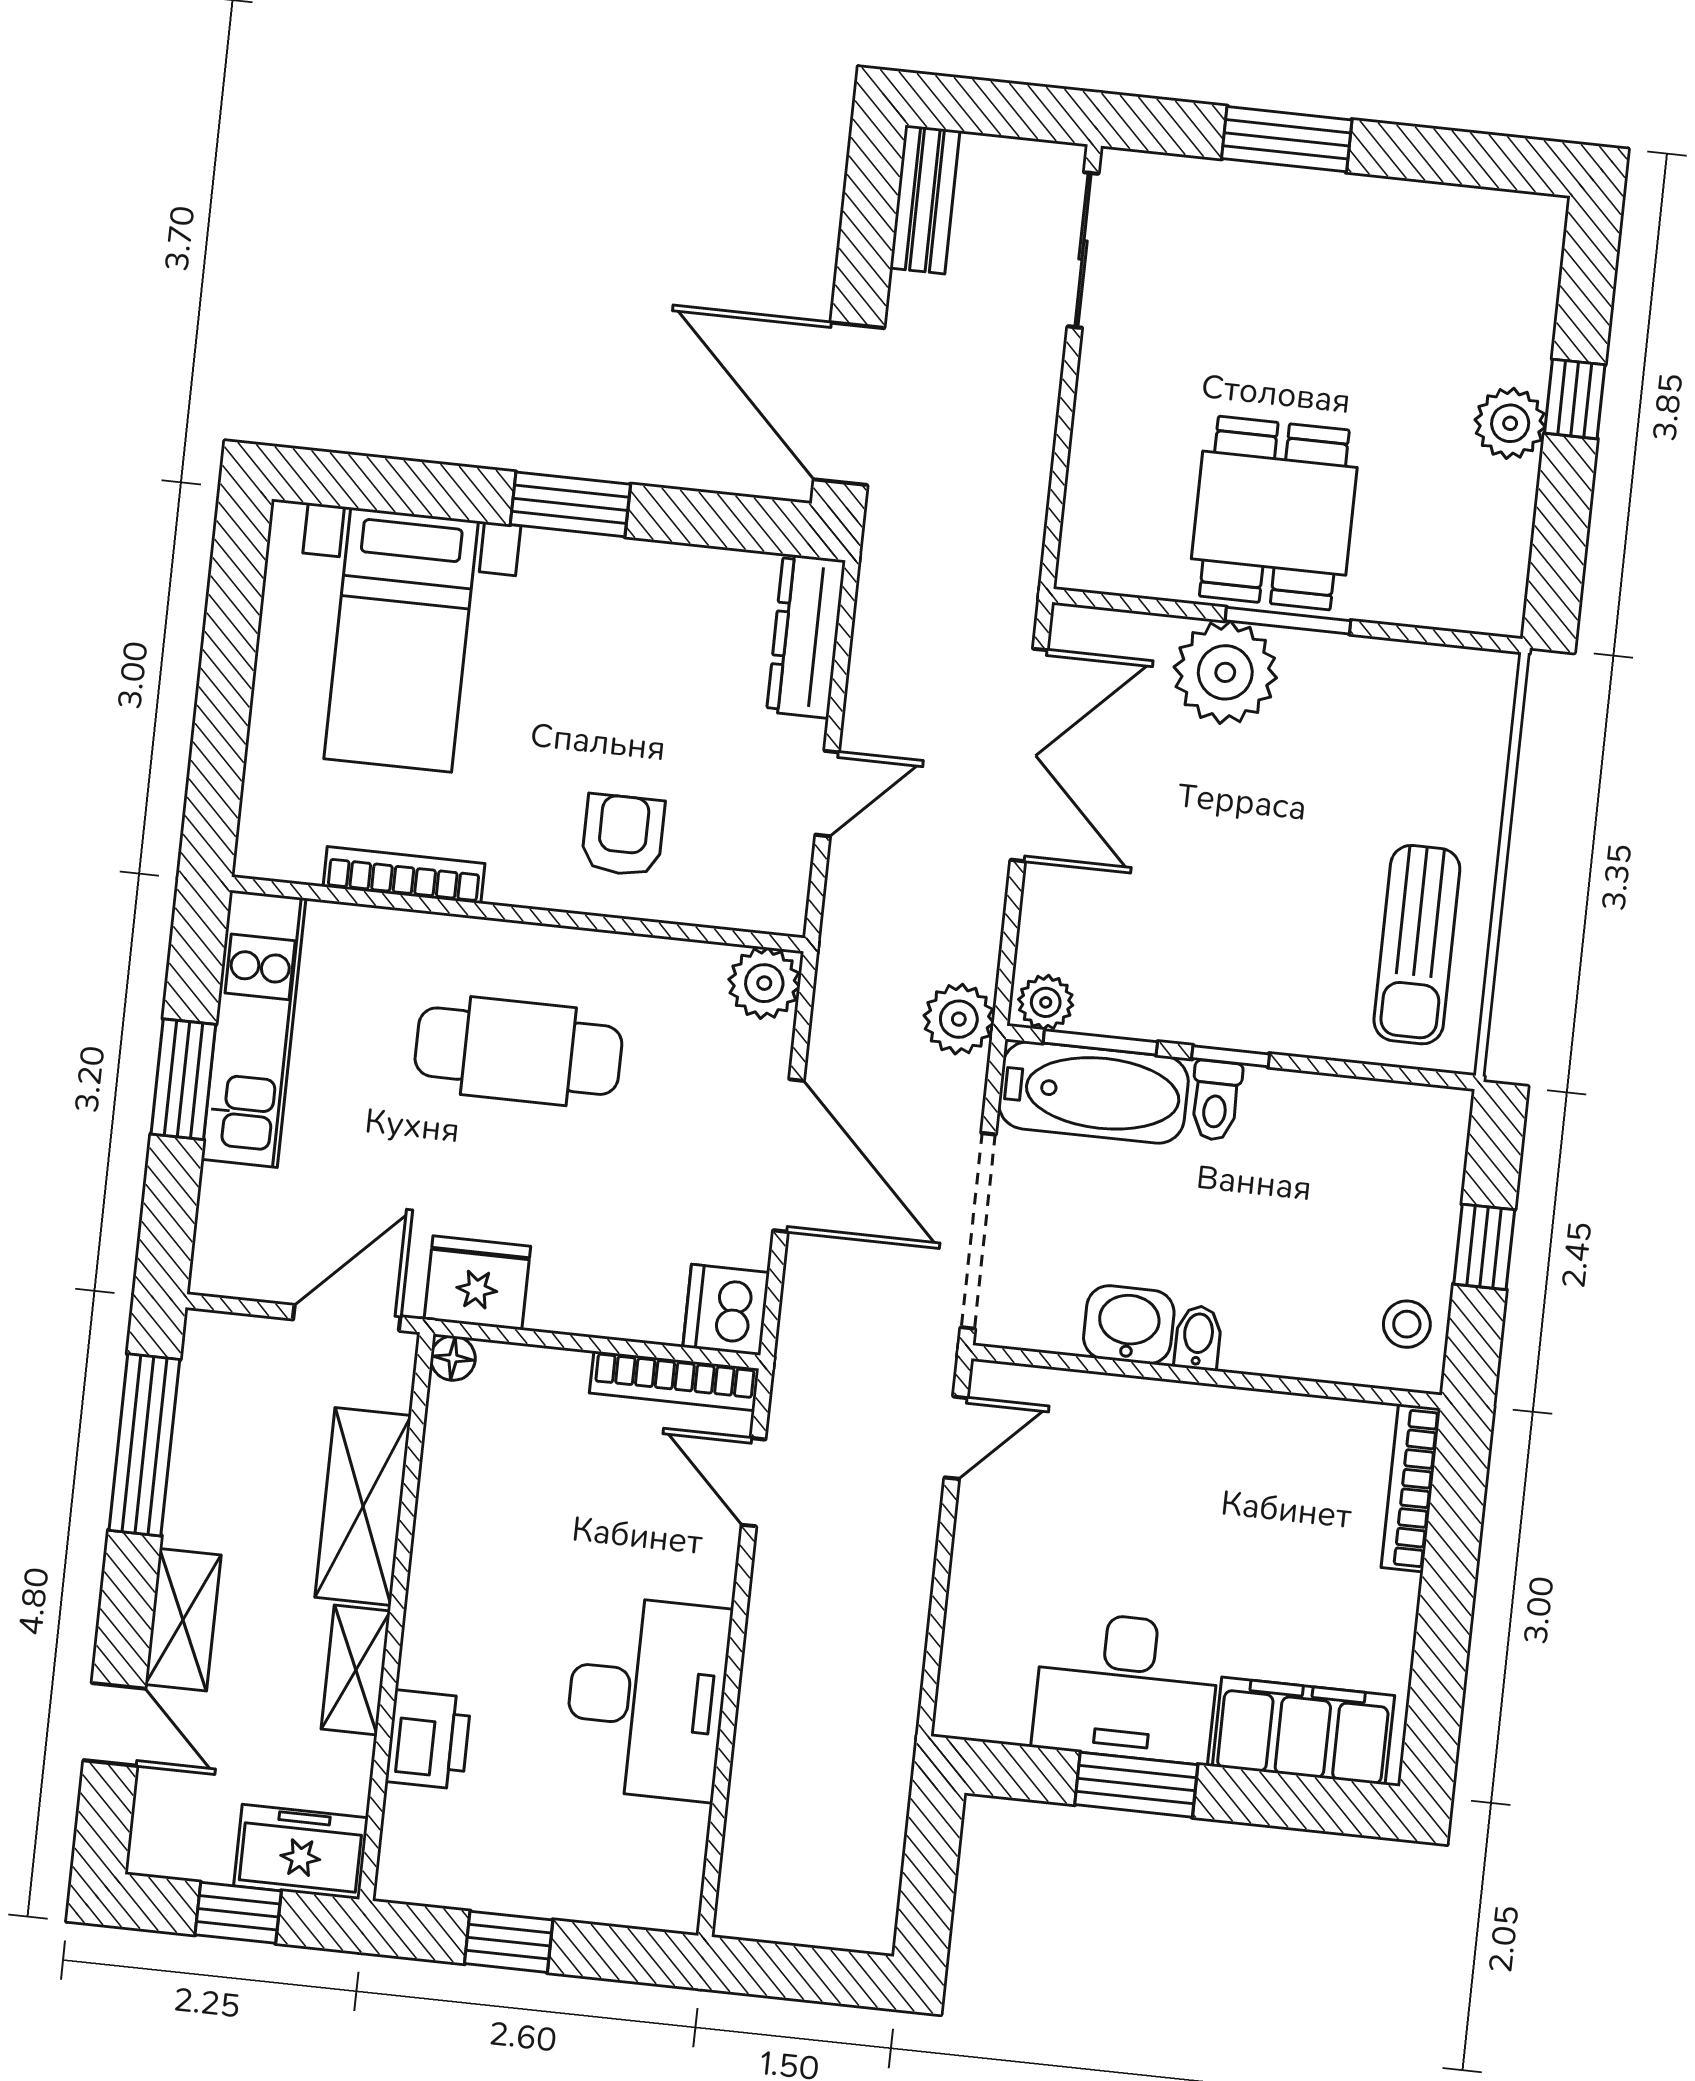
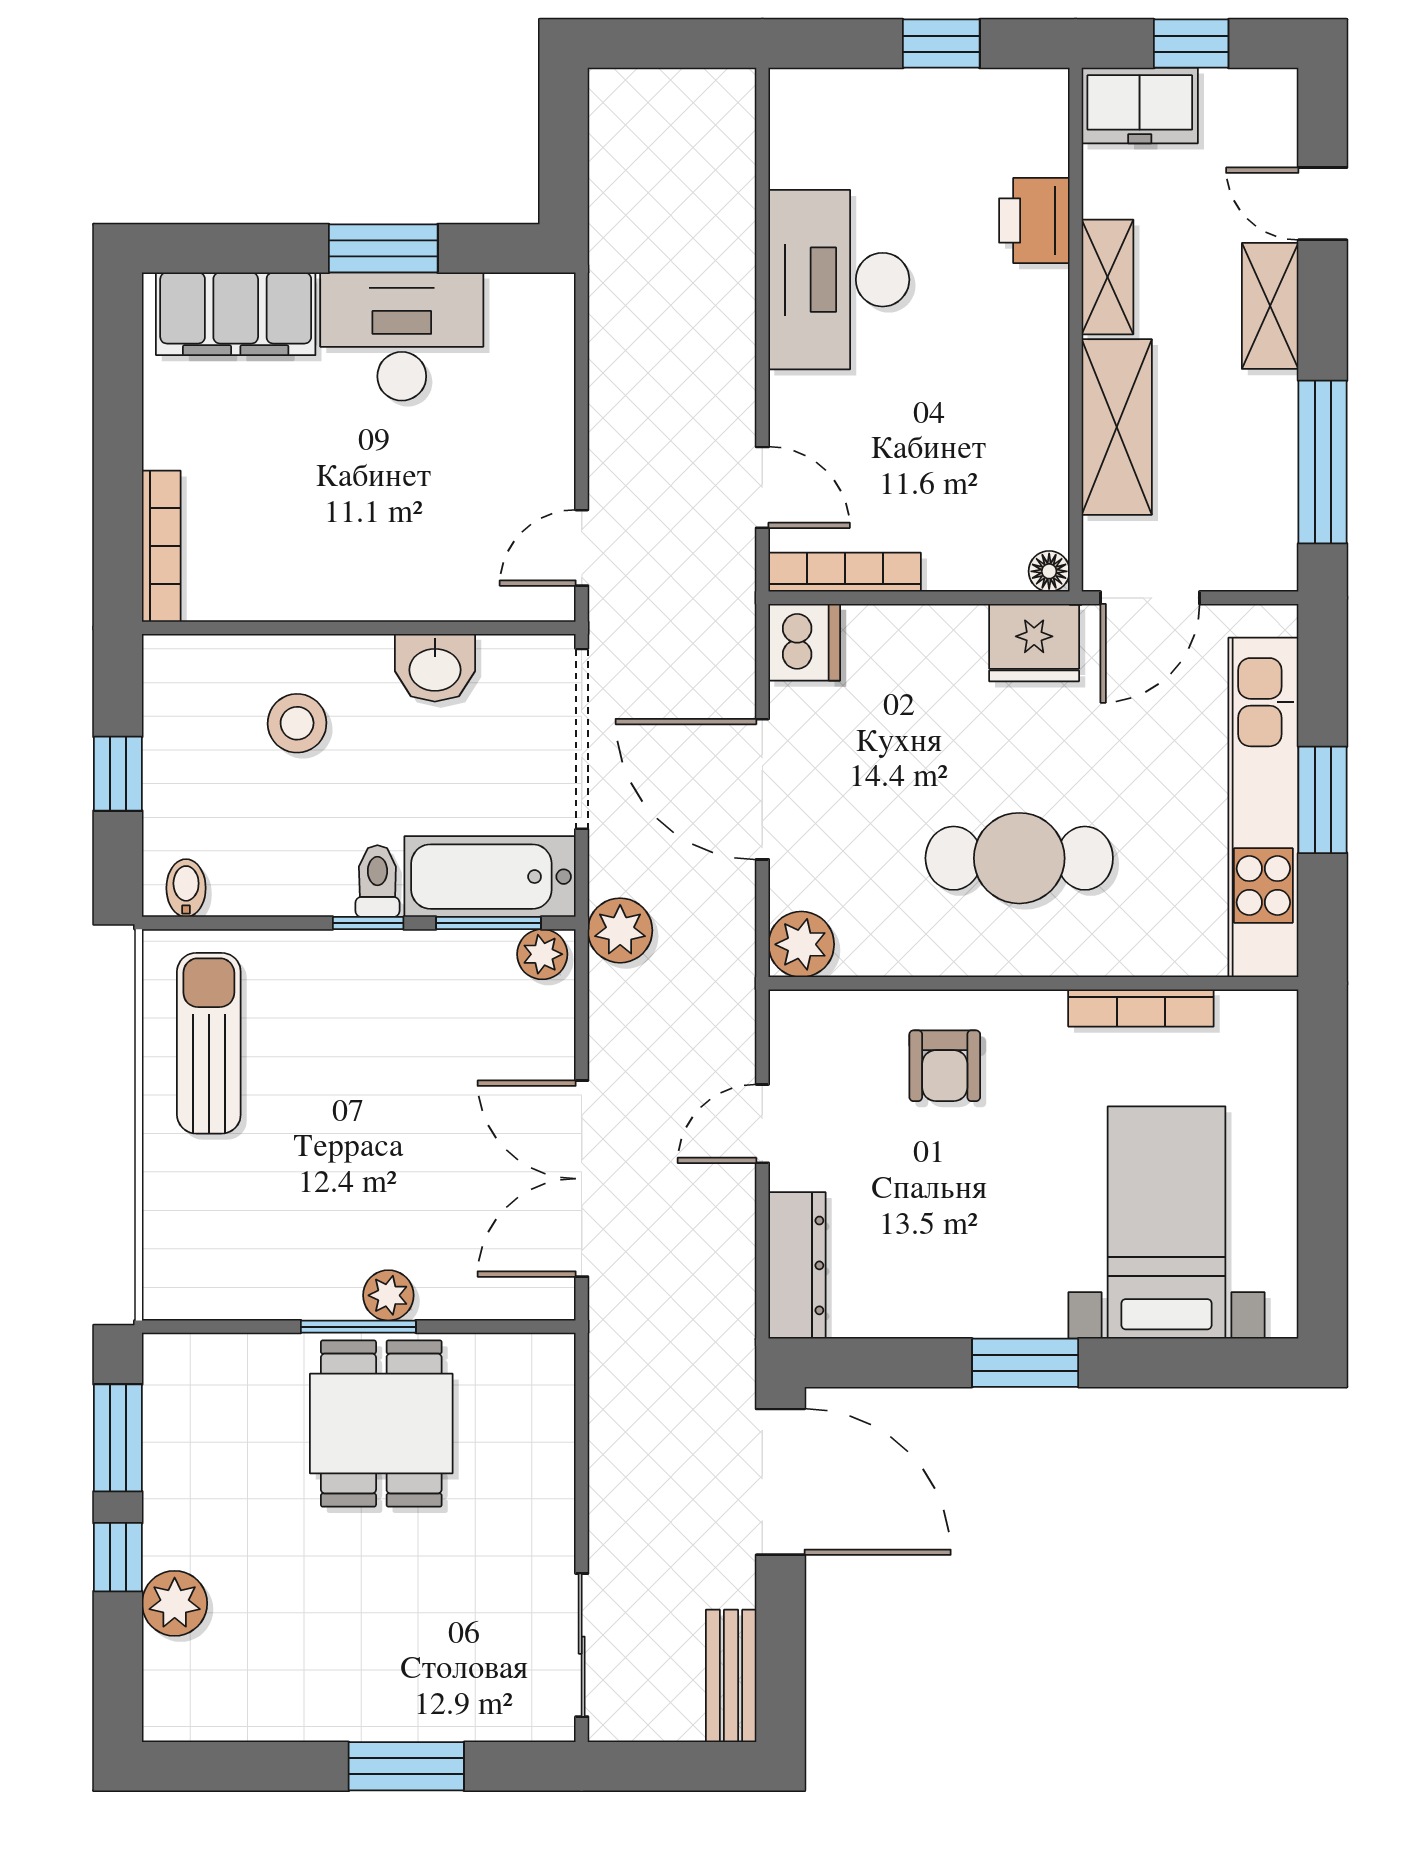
plant: (1510, 423) -> (175, 1603), moved
window: (1561, 528) -> (118, 1438), added
plant: (1225, 672) -> (388, 1295), width x0.53, depth x0.53
kitchen unit: (254, 1029) -> (1263, 807), width x1.36
stool: (1407, 1324) -> (297, 723), moved, width x1.37, depth x1.37
bidet: (1198, 1338) -> (186, 888), moved, turned 180

